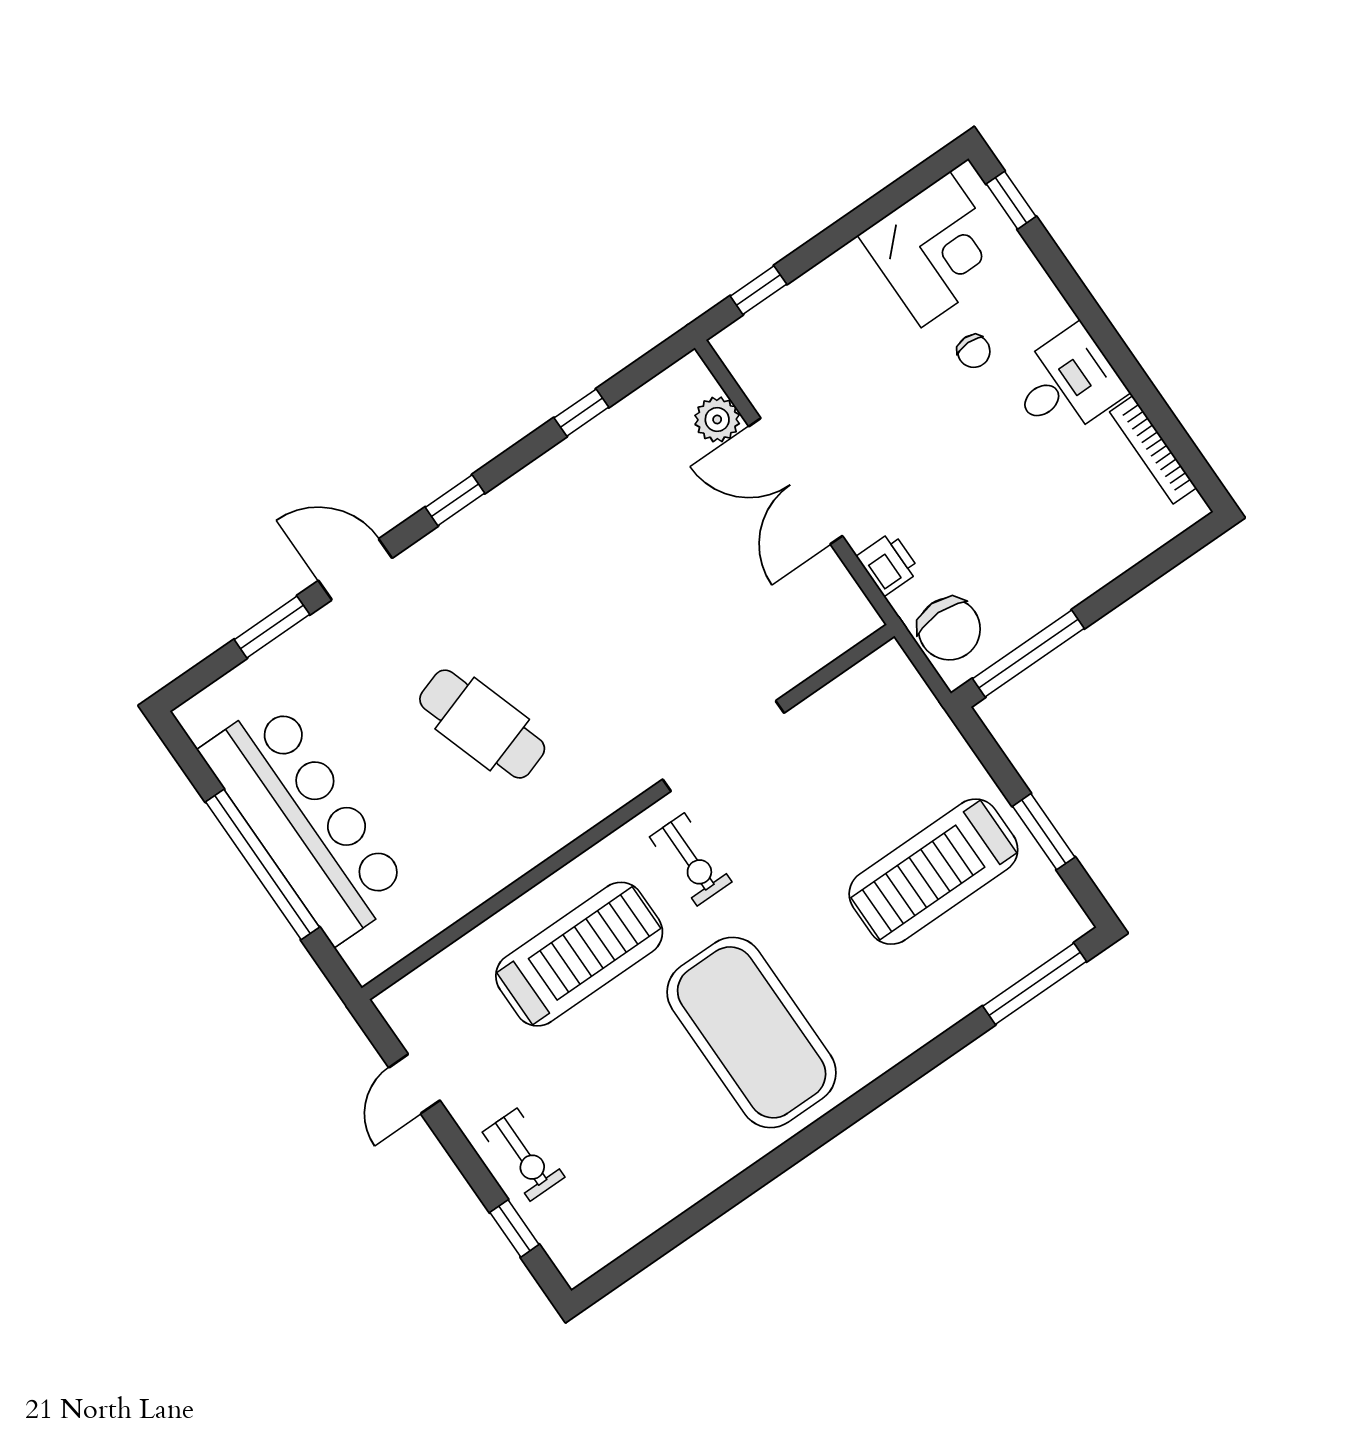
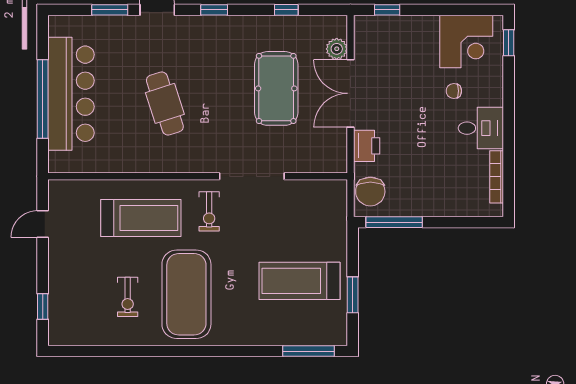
chair: (974, 351) -> (454, 91), turned 90
pool table: (659, 562) -> (276, 88), added
printer: (888, 564) -> (367, 146), width x1.36, depth x1.24
exercise bike: (524, 1155) -> (128, 297), moved

